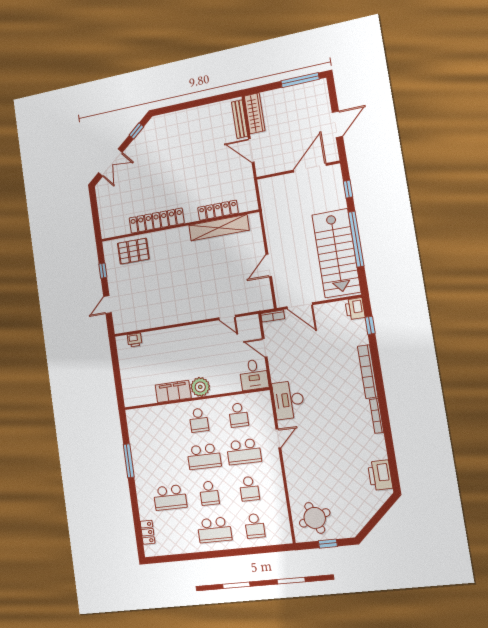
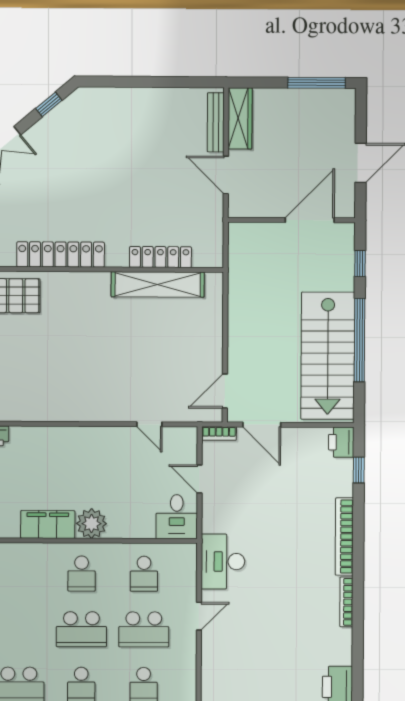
door: (269, 265) -> (225, 391), moved

